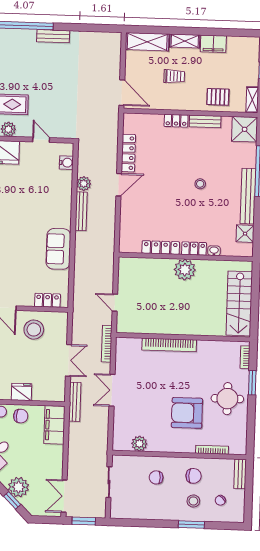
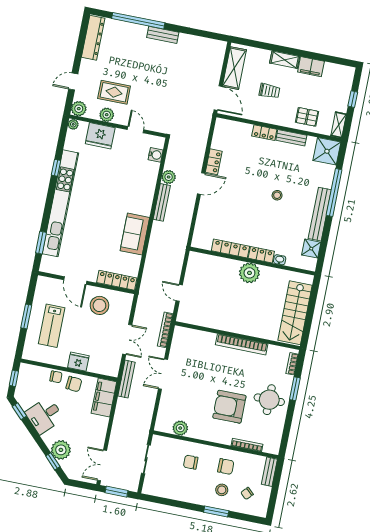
shelving: (147, 42) -> (234, 68), moved, turned 90
locker: (128, 153) -> (214, 162), width x0.66
locker: (47, 300) -> (117, 280), width x1.53
bookcase: (169, 345) -> (242, 344), moved

